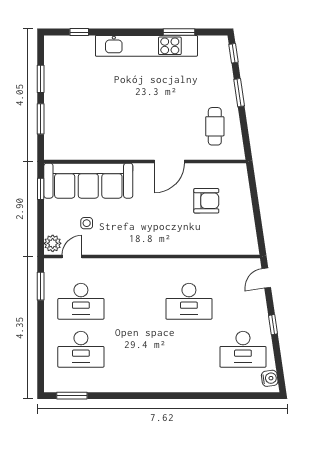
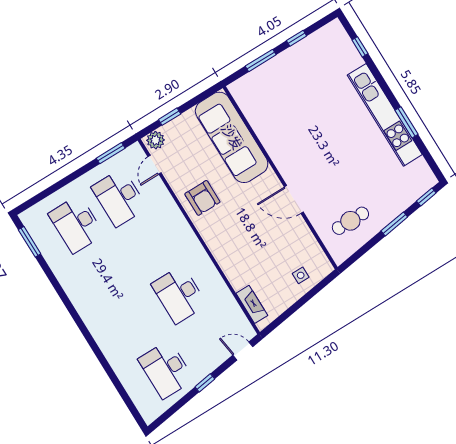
window: (179, 32) -> (407, 122), moved
window: (41, 79) -> (297, 38), width x0.67
window: (41, 189) -> (170, 117), moved
armchair: (206, 201) -> (202, 198), moved
side table: (87, 223) -> (301, 275), moved
fireplace: (233, 248) -> (252, 304), added
door: (72, 256) -> (155, 165), swing flipped
water cooler: (270, 378) -> (155, 410), removed

